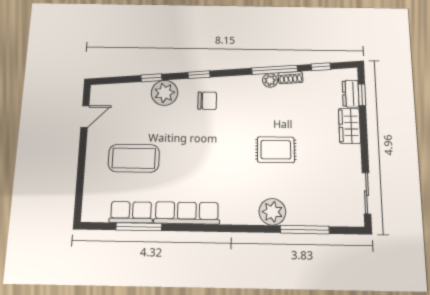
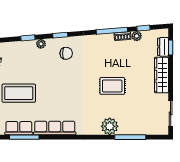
plant: (270, 80) -> (137, 36), moved
plant: (165, 93) -> (41, 44), width x0.53, depth x0.53
wardrobe: (350, 126) -> (161, 75), width x1.50

